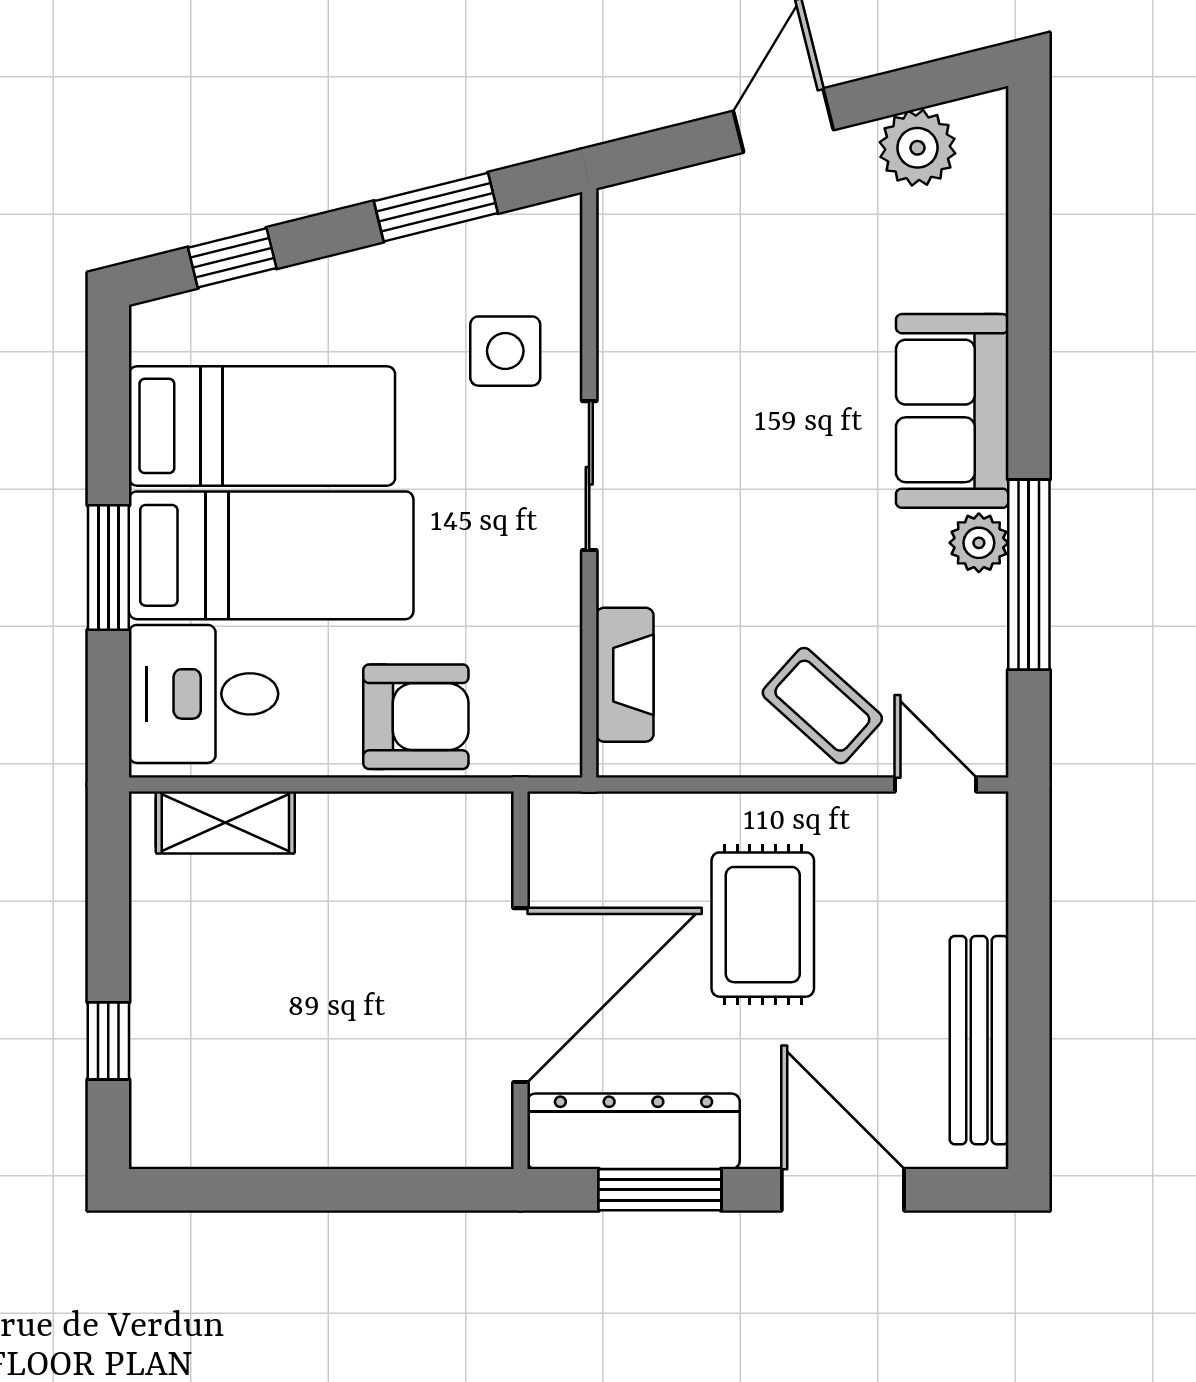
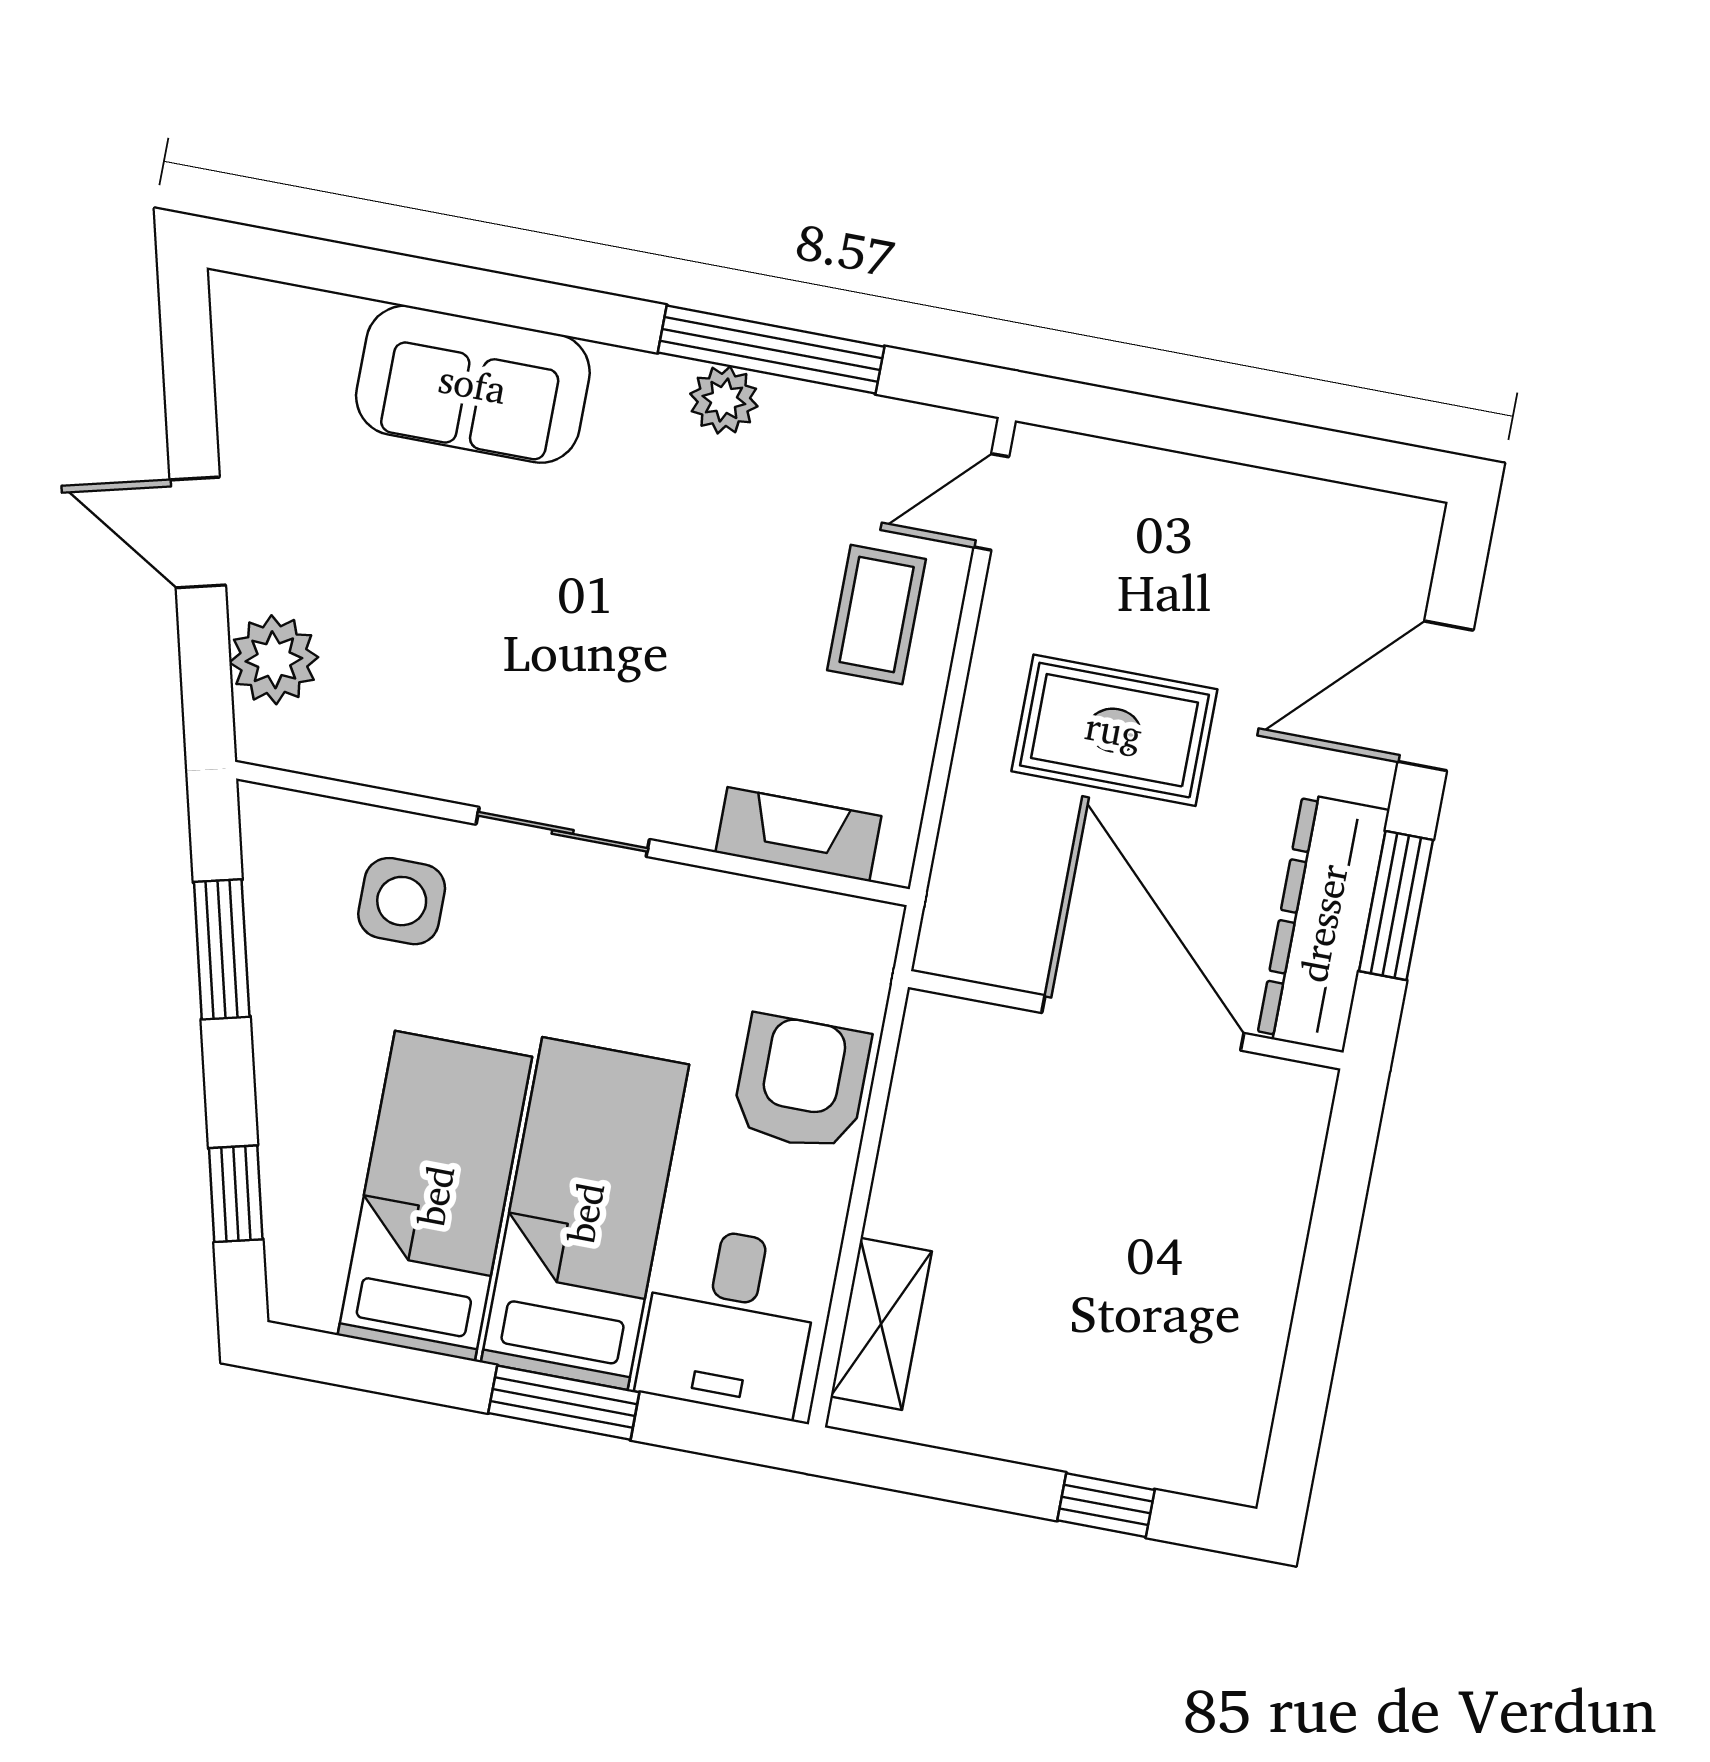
plant: (917, 148) -> (274, 660), moved
sofa: (952, 411) -> (473, 384), moved
coffee table: (822, 706) -> (877, 615), turned -42
bench: (979, 1040) -> (1294, 507), removed

